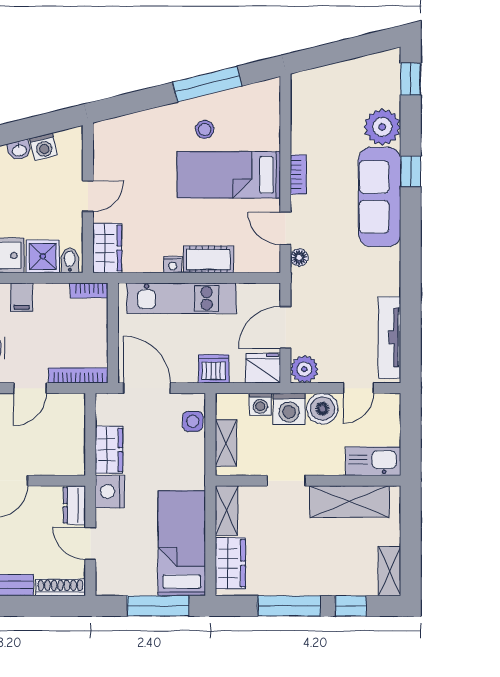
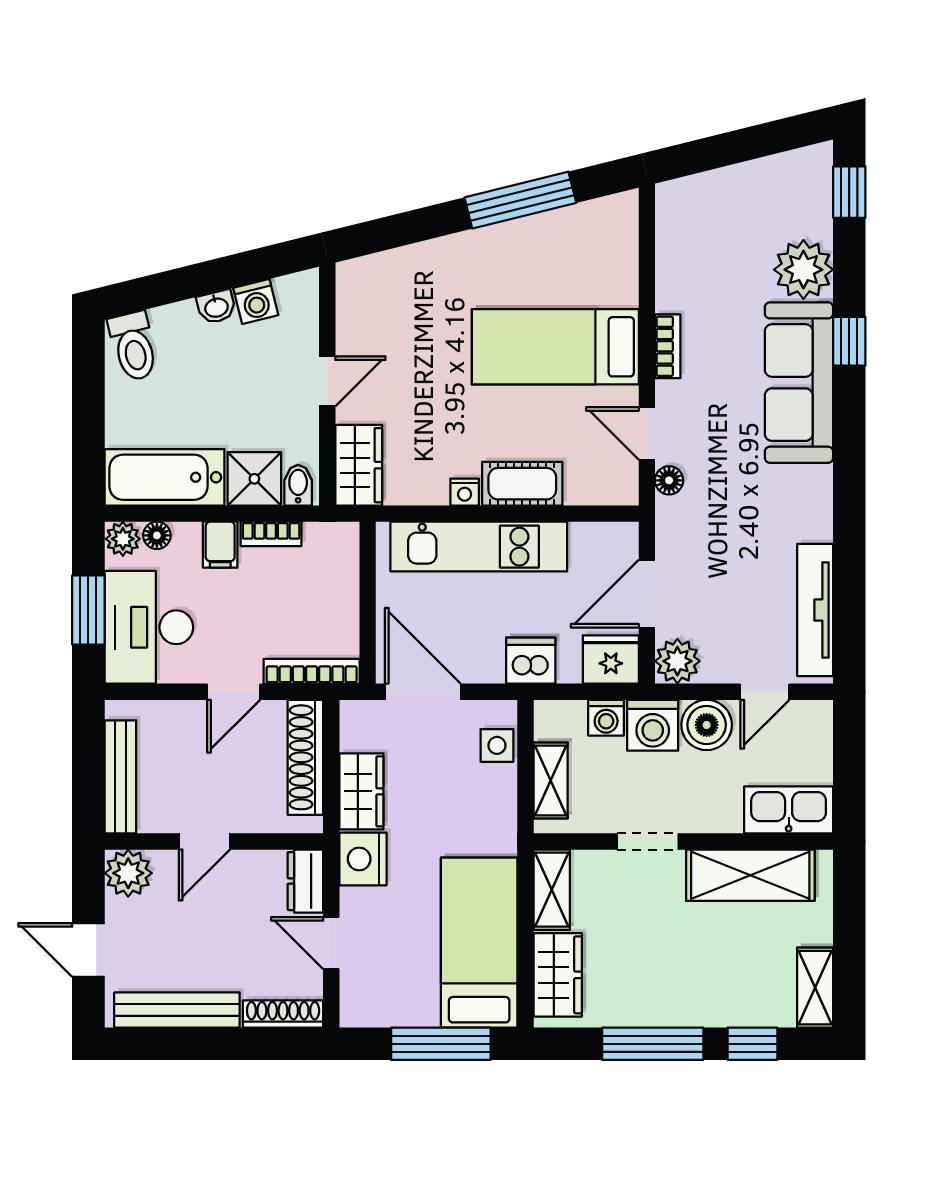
stool: (205, 129) -> (516, 273), removed
bookcase: (89, 290) -> (271, 534), moved
shoe rack: (74, 429) -> (305, 757), added

